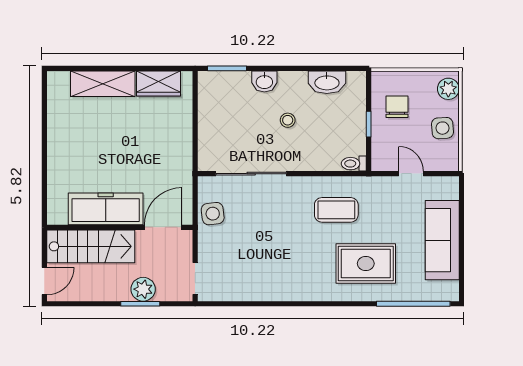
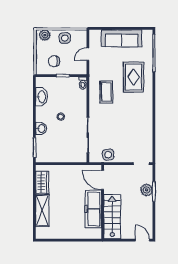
freezer: (106, 209) -> (93, 209), moved
wall: (120, 227) -> (103, 202), moved
door: (163, 227) -> (103, 180), moved
stairs: (91, 246) -> (112, 217), moved

